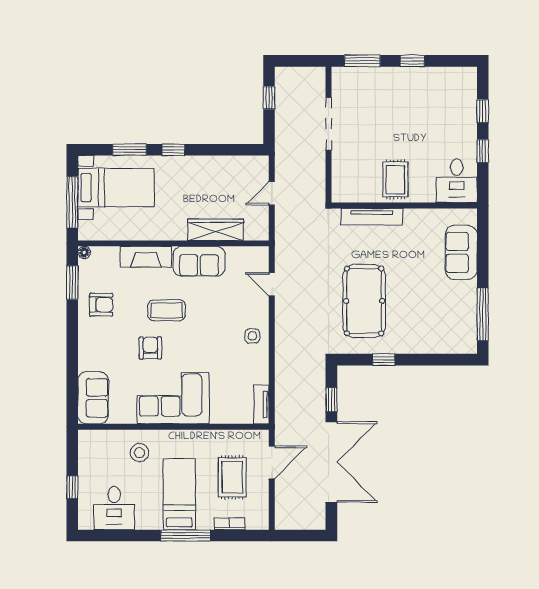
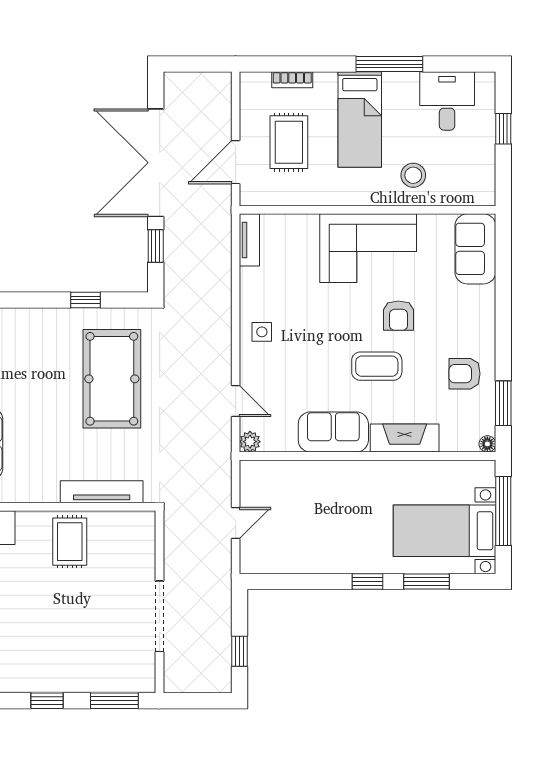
wardrobe: (216, 230) -> (311, 474), removed
plant: (261, 254) -> (250, 442), added
window: (186, 536) -> (389, 64), moved

